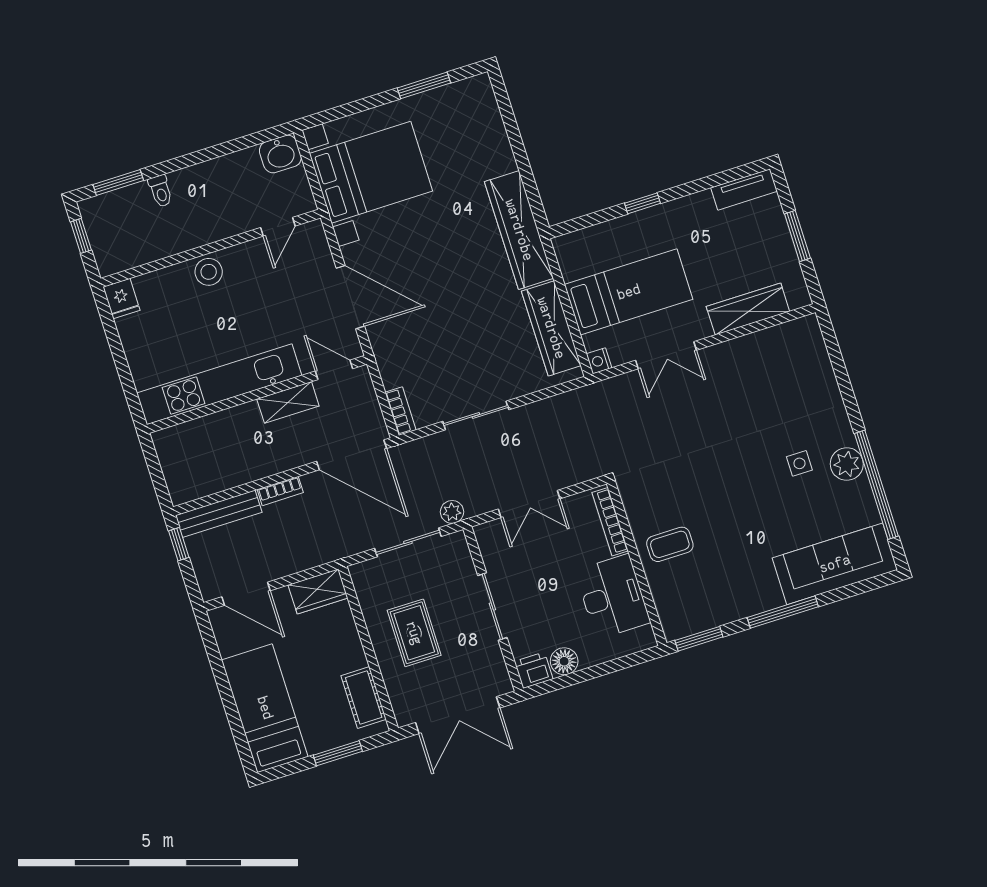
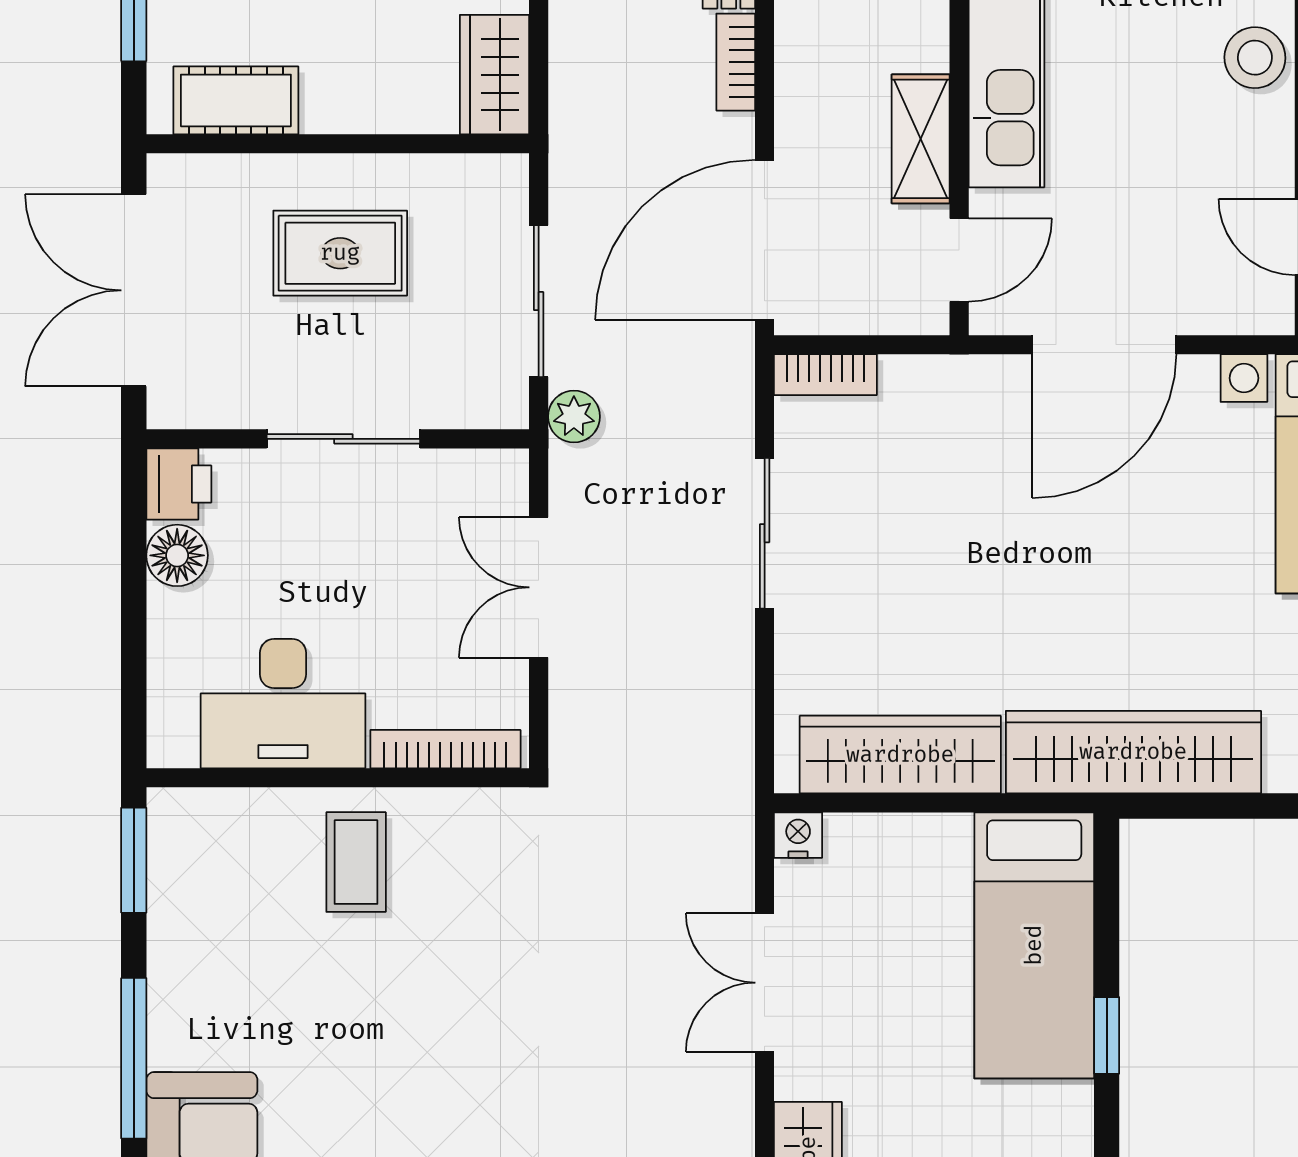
bed: (629, 292) -> (1034, 945), moved

